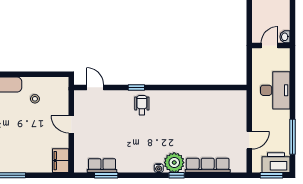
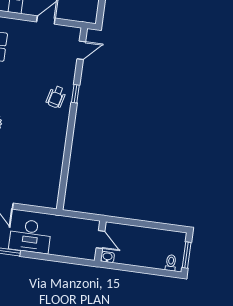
desk: (275, 90) -> (30, 236), moved
wheelchair: (142, 105) -> (56, 97), turned 104

